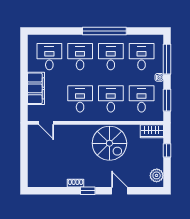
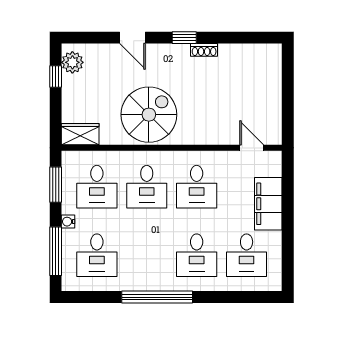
desk: (111, 57) -> (147, 255), removed
spiral stairs: (109, 143) -> (149, 115), turned 90
window: (167, 150) -> (56, 77), moved

